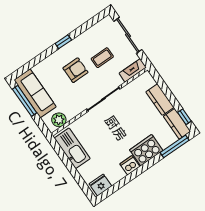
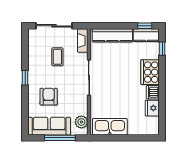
armchair: (75, 70) -> (49, 97), moved
kitchen counter: (160, 100) -> (112, 35), width x1.50
window: (25, 101) -> (60, 138), moved
window: (175, 146) -> (162, 49), width x0.46
fridge: (100, 185) -> (152, 108), moved

